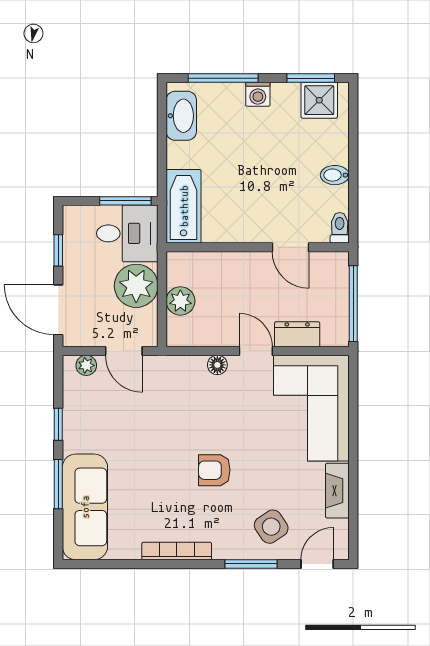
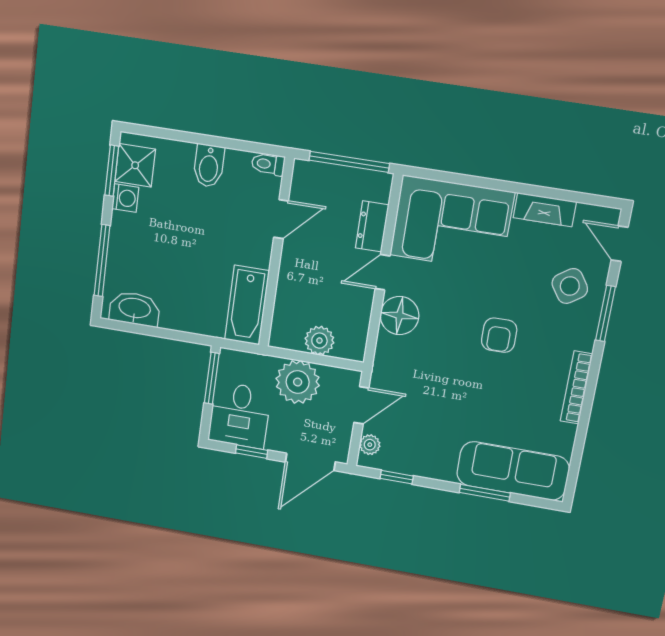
washing machine: (258, 94) -> (125, 198), moved
bidet: (335, 175) -> (209, 166), width x1.38, depth x1.36
bathtub: (184, 206) -> (247, 305), moved, turned -90
desk: (127, 233) -> (240, 415), moved, turned 180
floor lamp: (217, 365) -> (400, 316), width x1.89, depth x1.89
window: (58, 424) -> (397, 477), moved

